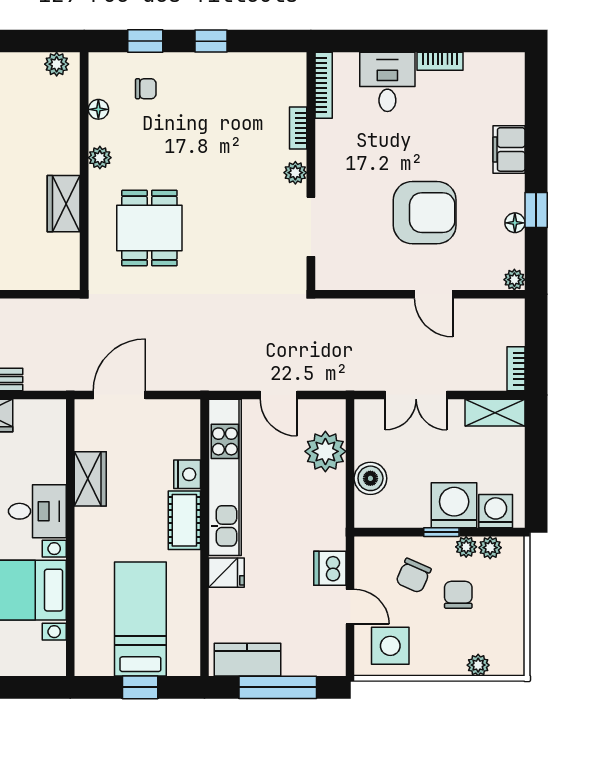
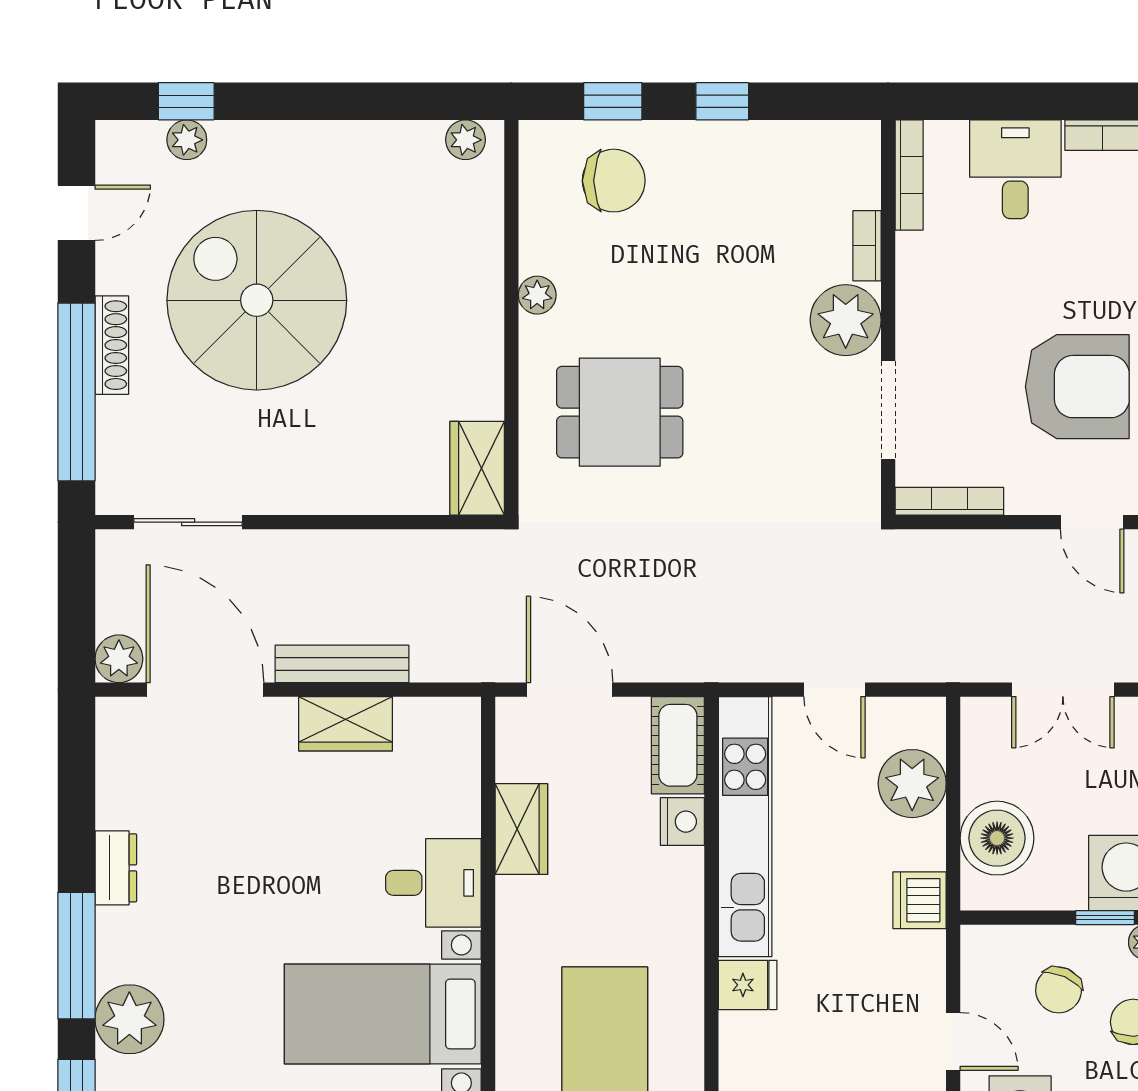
chair: (146, 89) -> (614, 181), width x1.87, depth x1.87
floor lamp: (98, 109) -> (535, 215), removed
plant: (295, 173) -> (846, 320), width x1.88, depth x1.88
wardrobe: (64, 204) -> (477, 468), moved
dining table: (149, 228) -> (620, 412), turned 90
bookcase: (348, 282) -> (949, 501), added
door: (119, 395) -> (570, 690), hinge flipped
boiler: (370, 478) -> (997, 838), width x1.37, depth x1.37
cot: (184, 520) -> (678, 745), moved
dishwasher: (330, 568) -> (920, 900), moved

